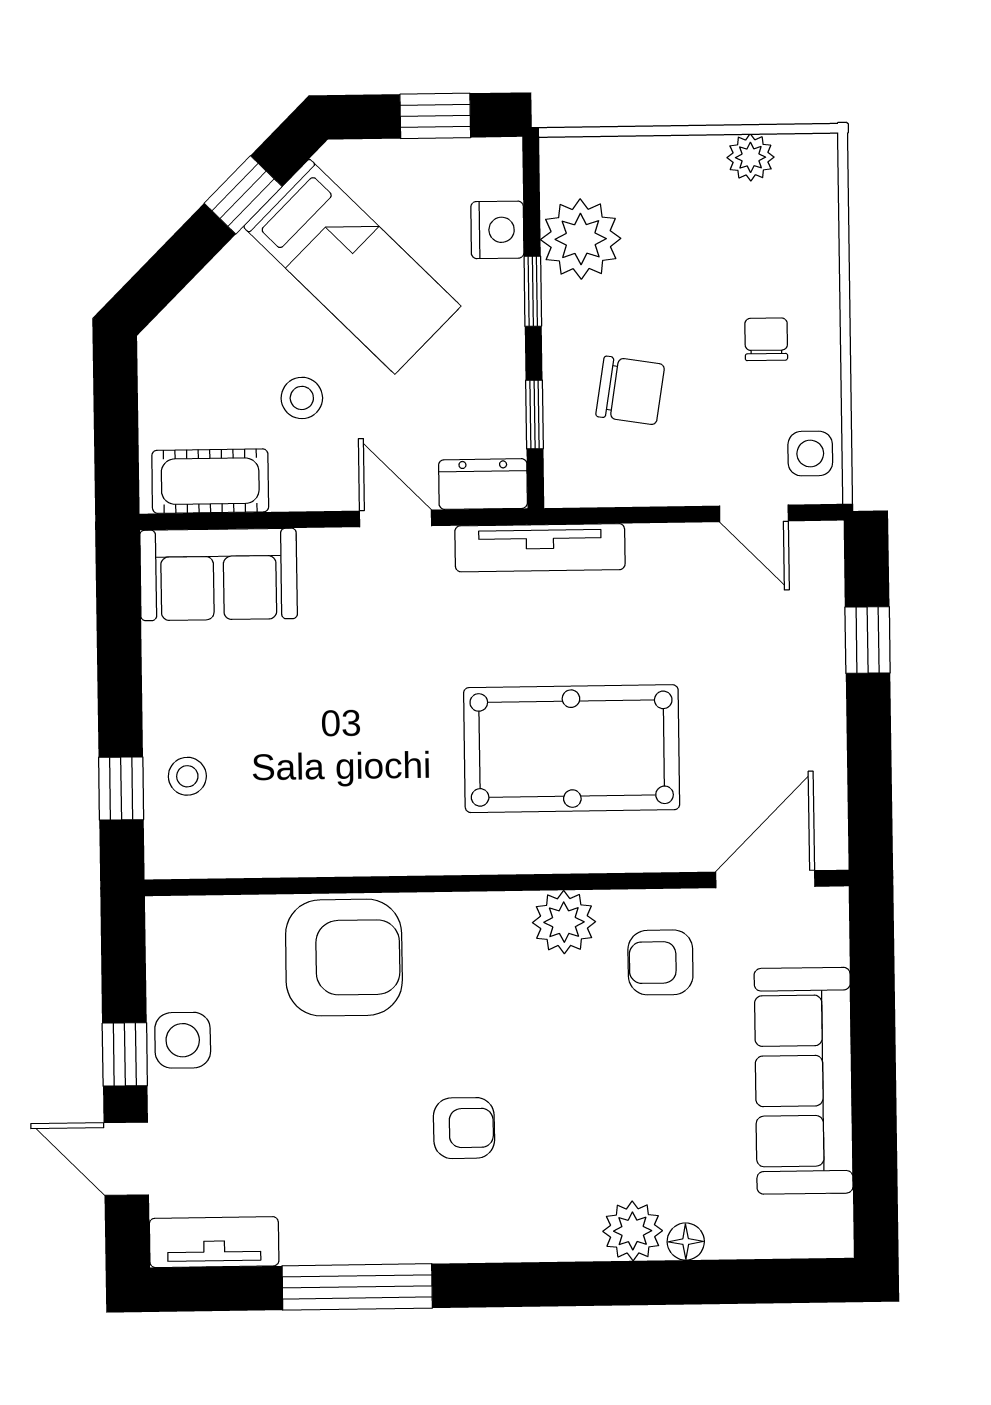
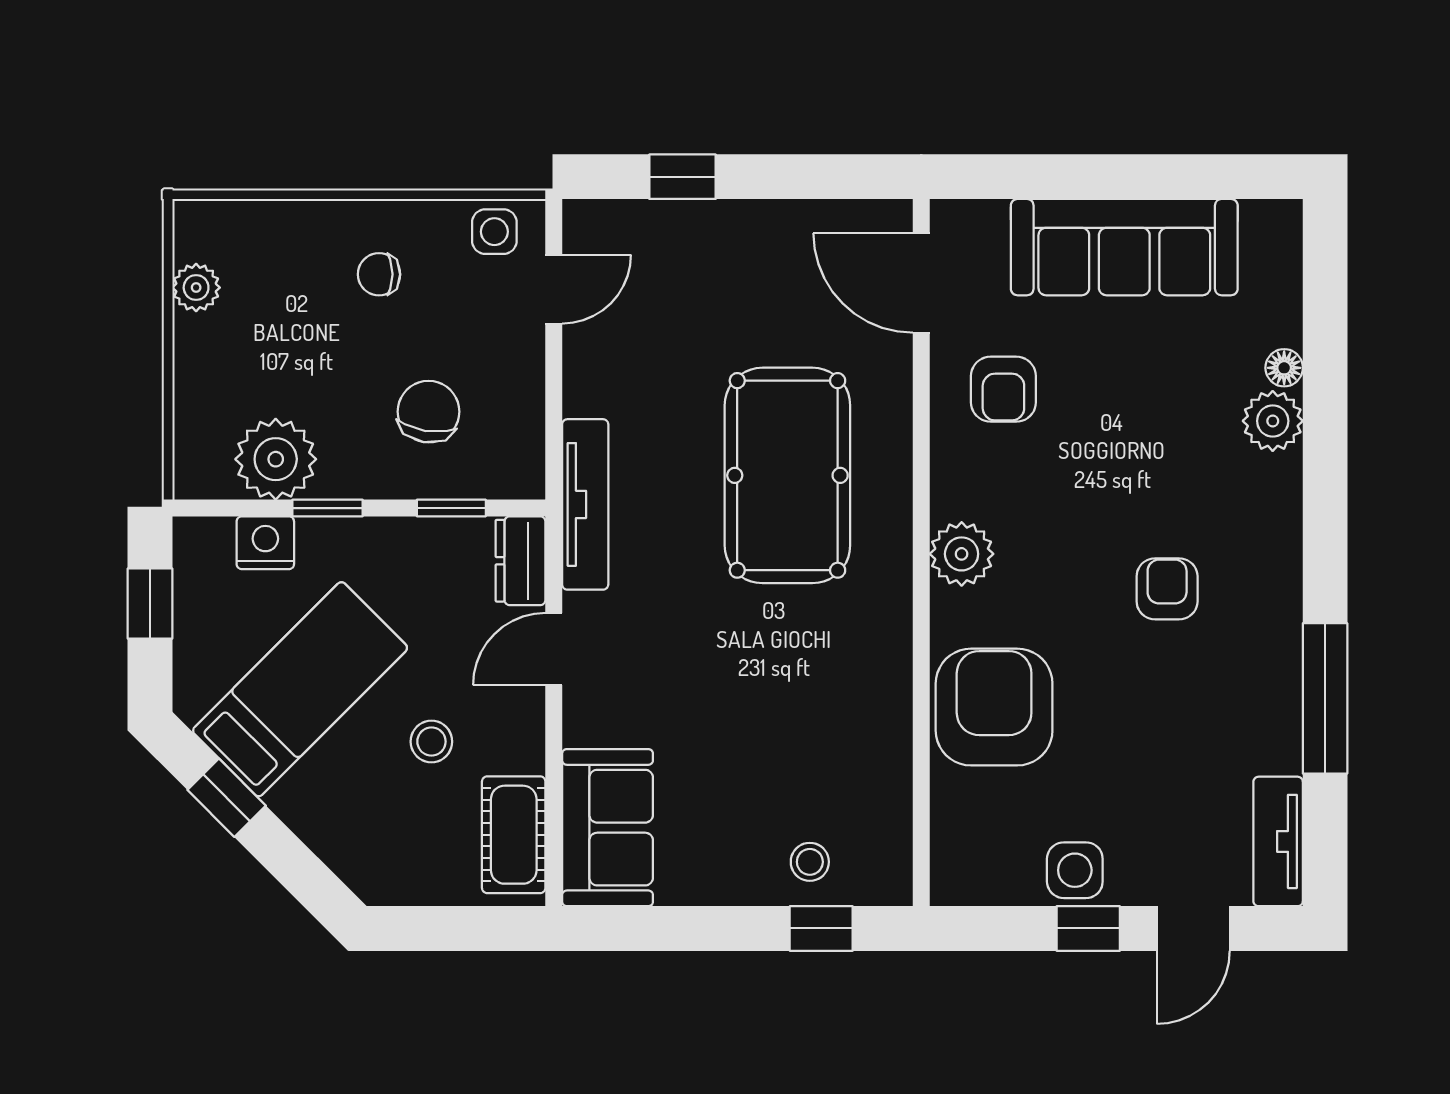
plant: (564, 922) -> (962, 554), moved

